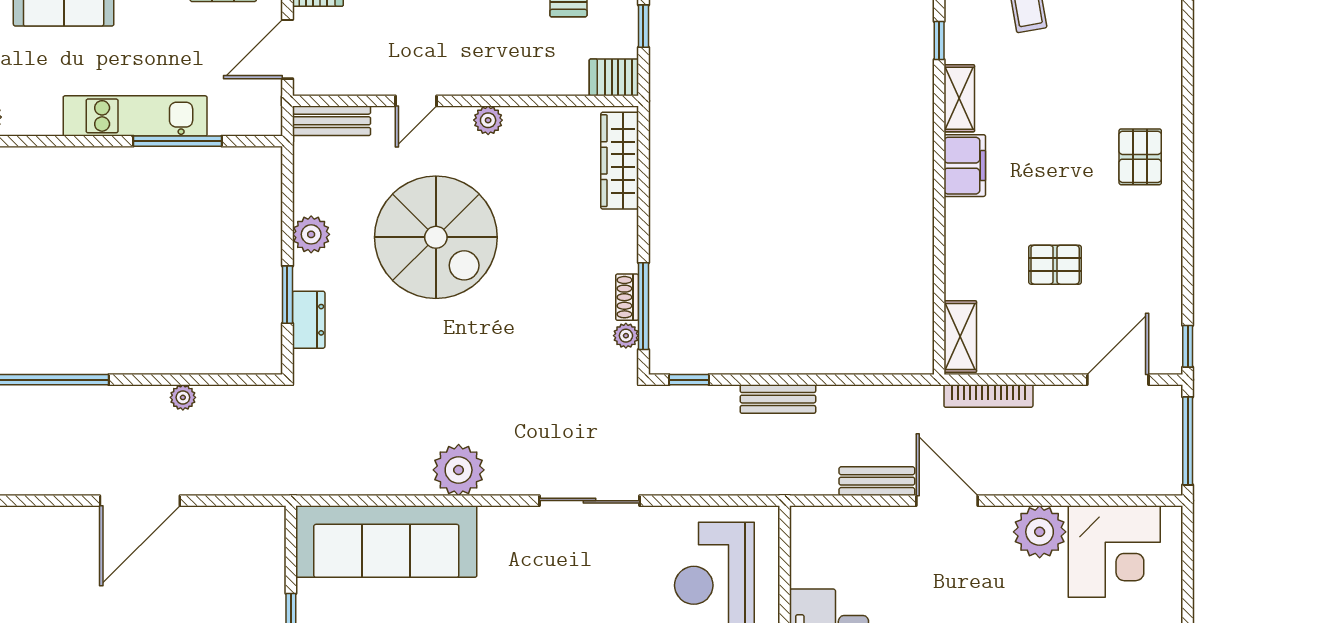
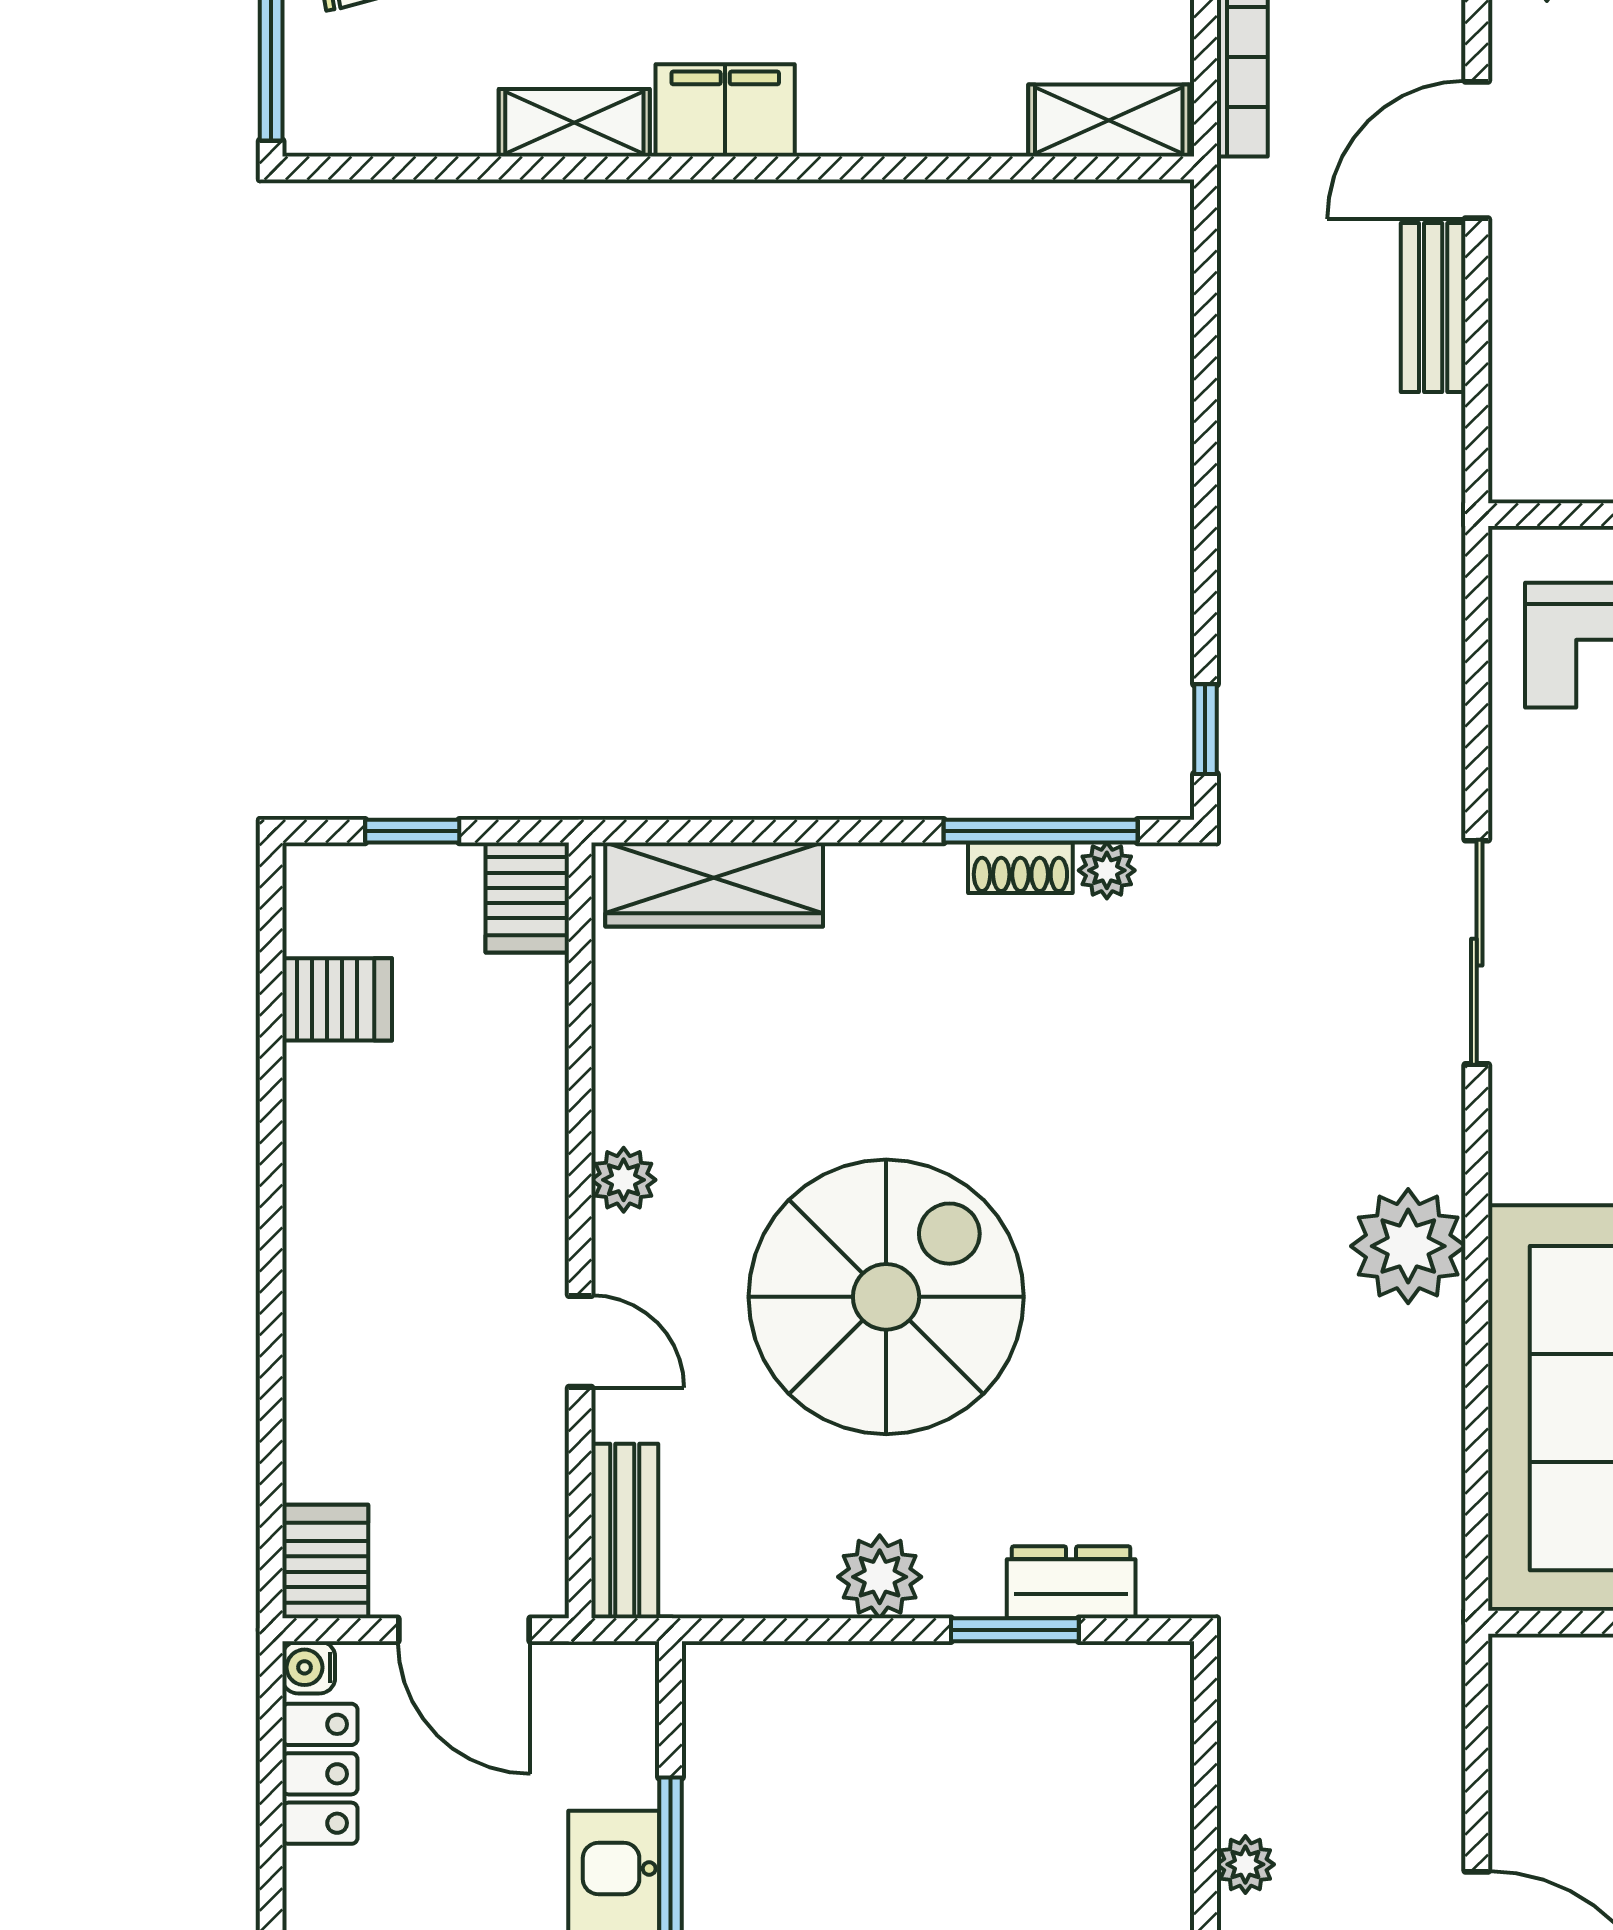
window: (939, 41) -> (445, 168), removed
bench: (778, 399) -> (1249, 529), removed

